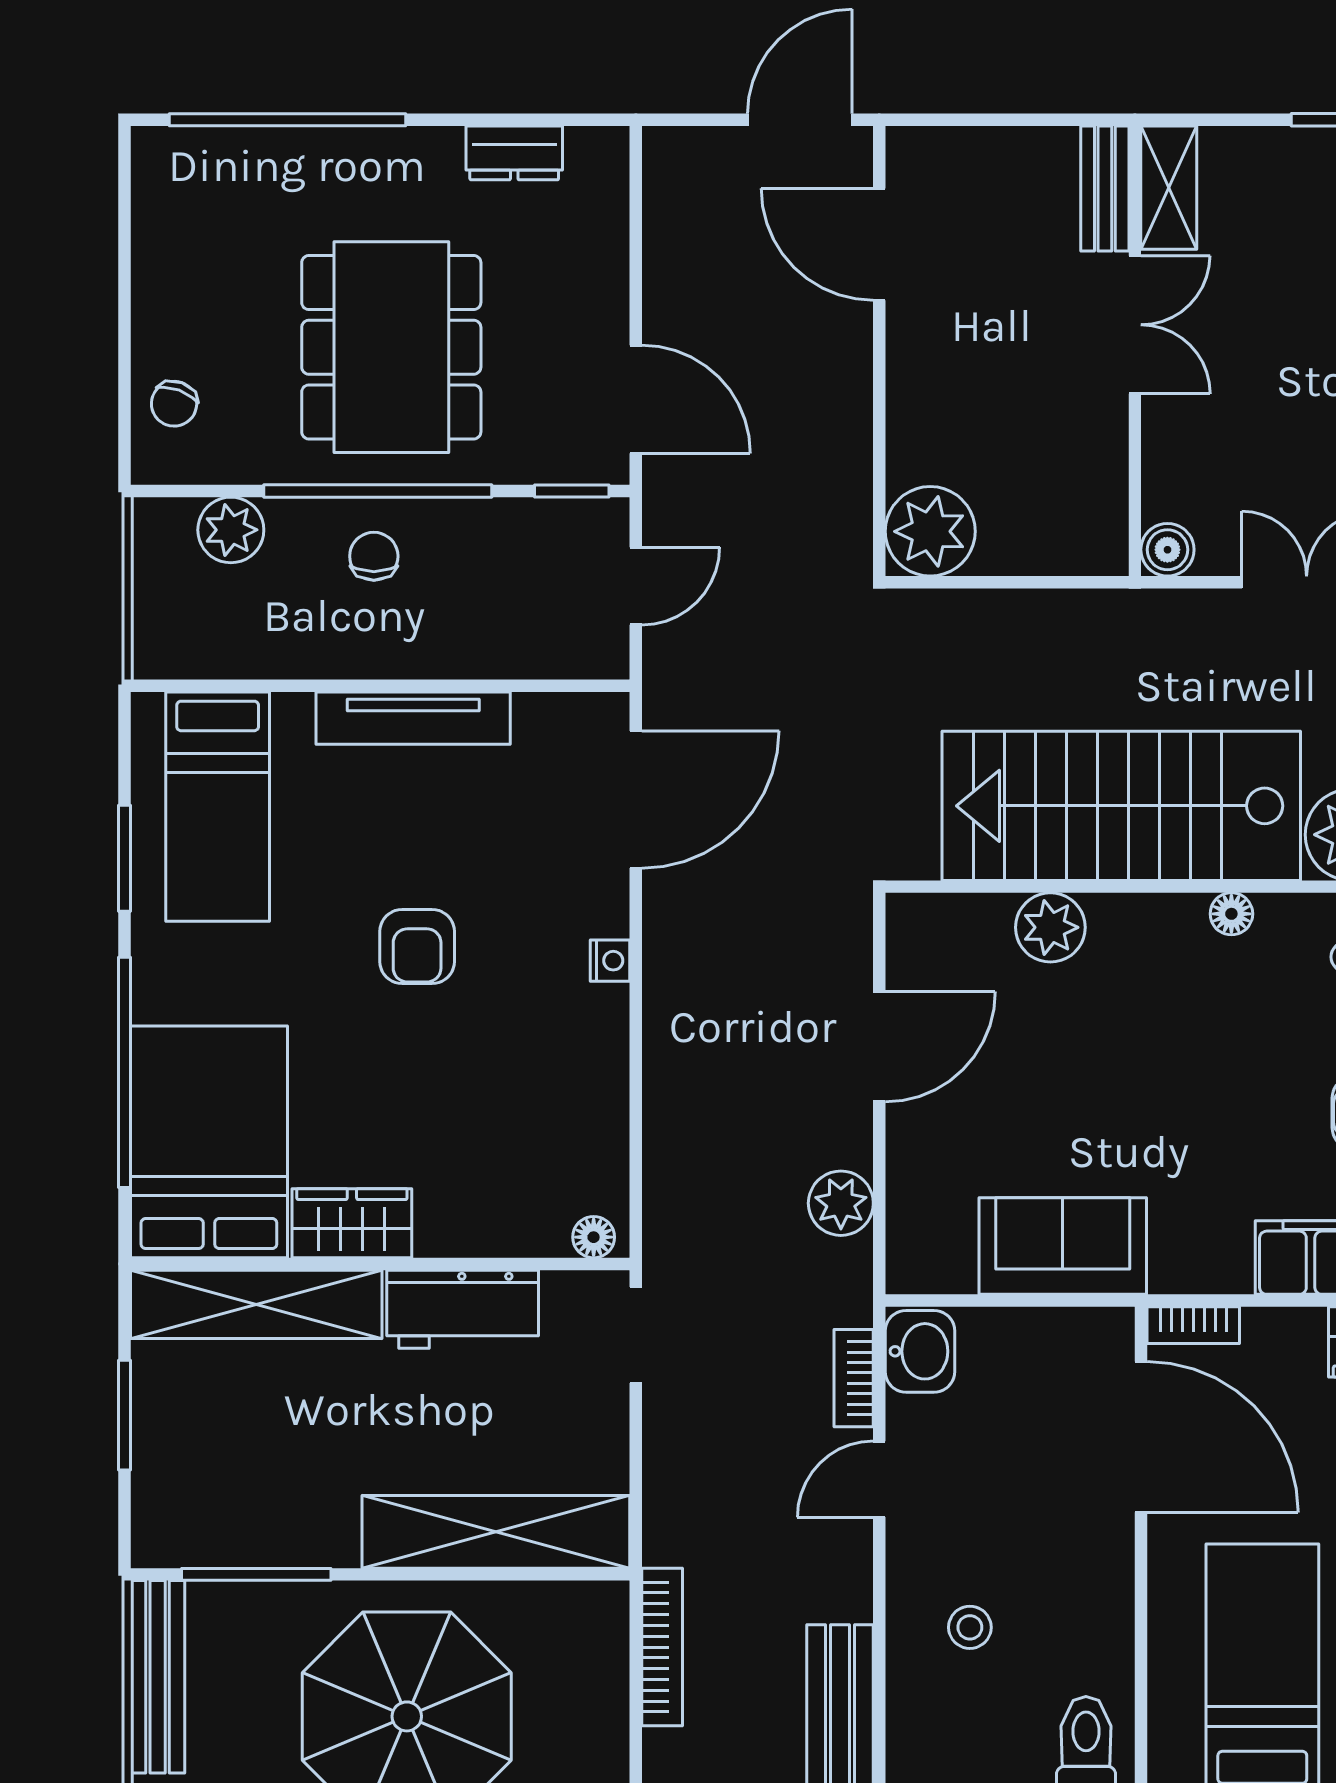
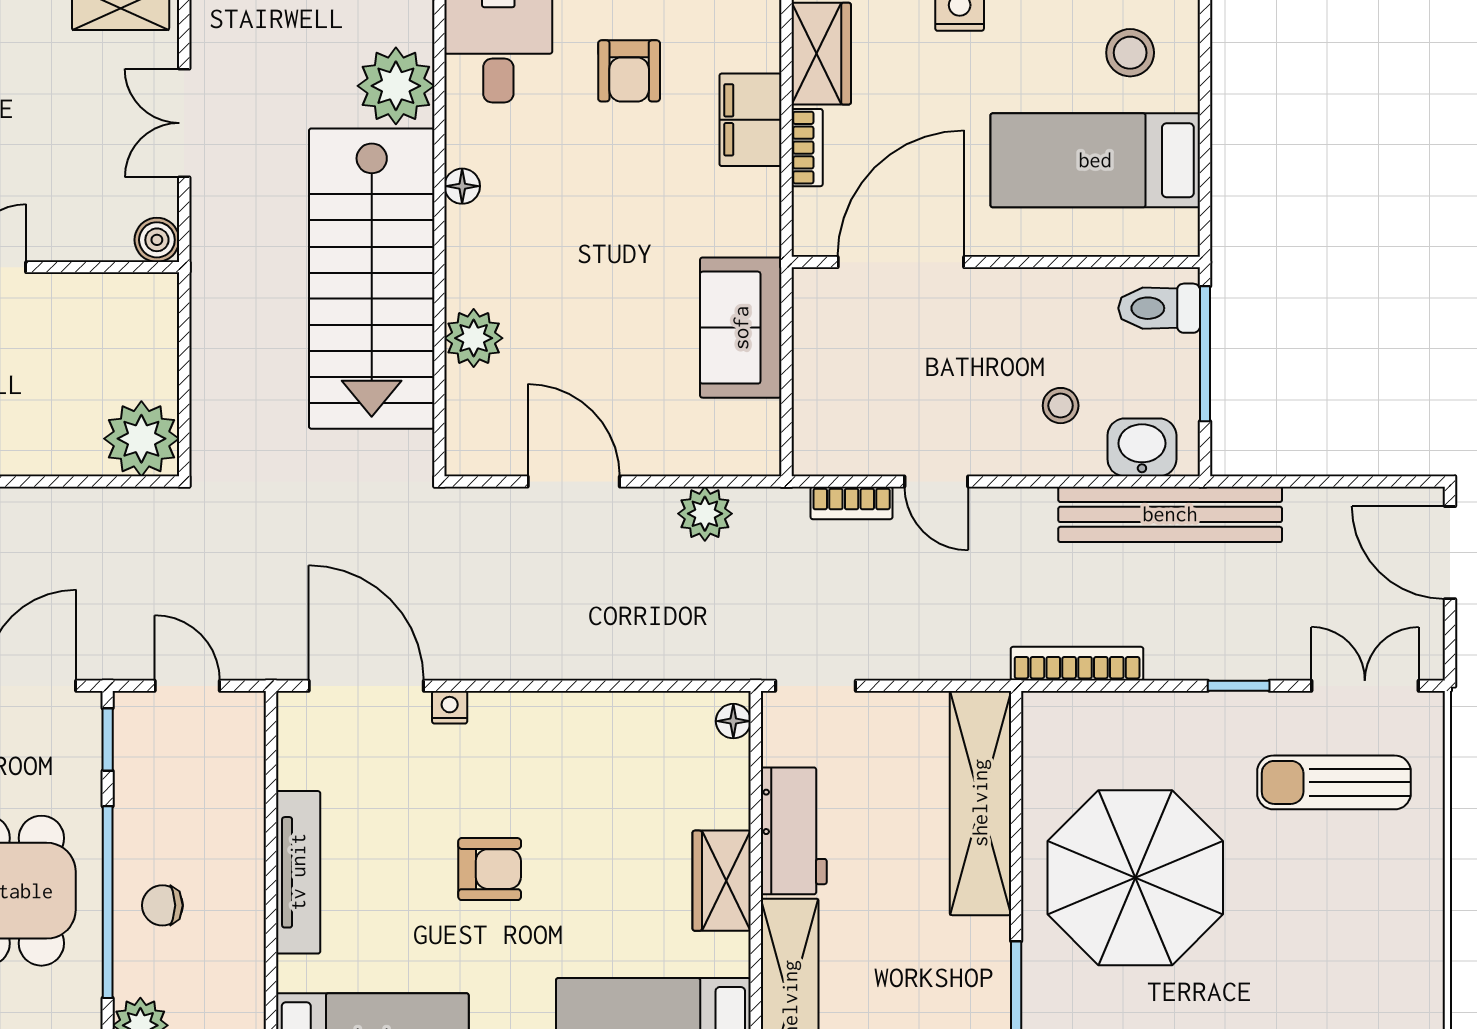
nightstand: (610, 961) -> (450, 707), moved
wardrobe: (352, 1223) -> (722, 881), moved
bookcase: (1193, 1325) -> (807, 148), moved
washbasin: (920, 1351) -> (1142, 447), moved

